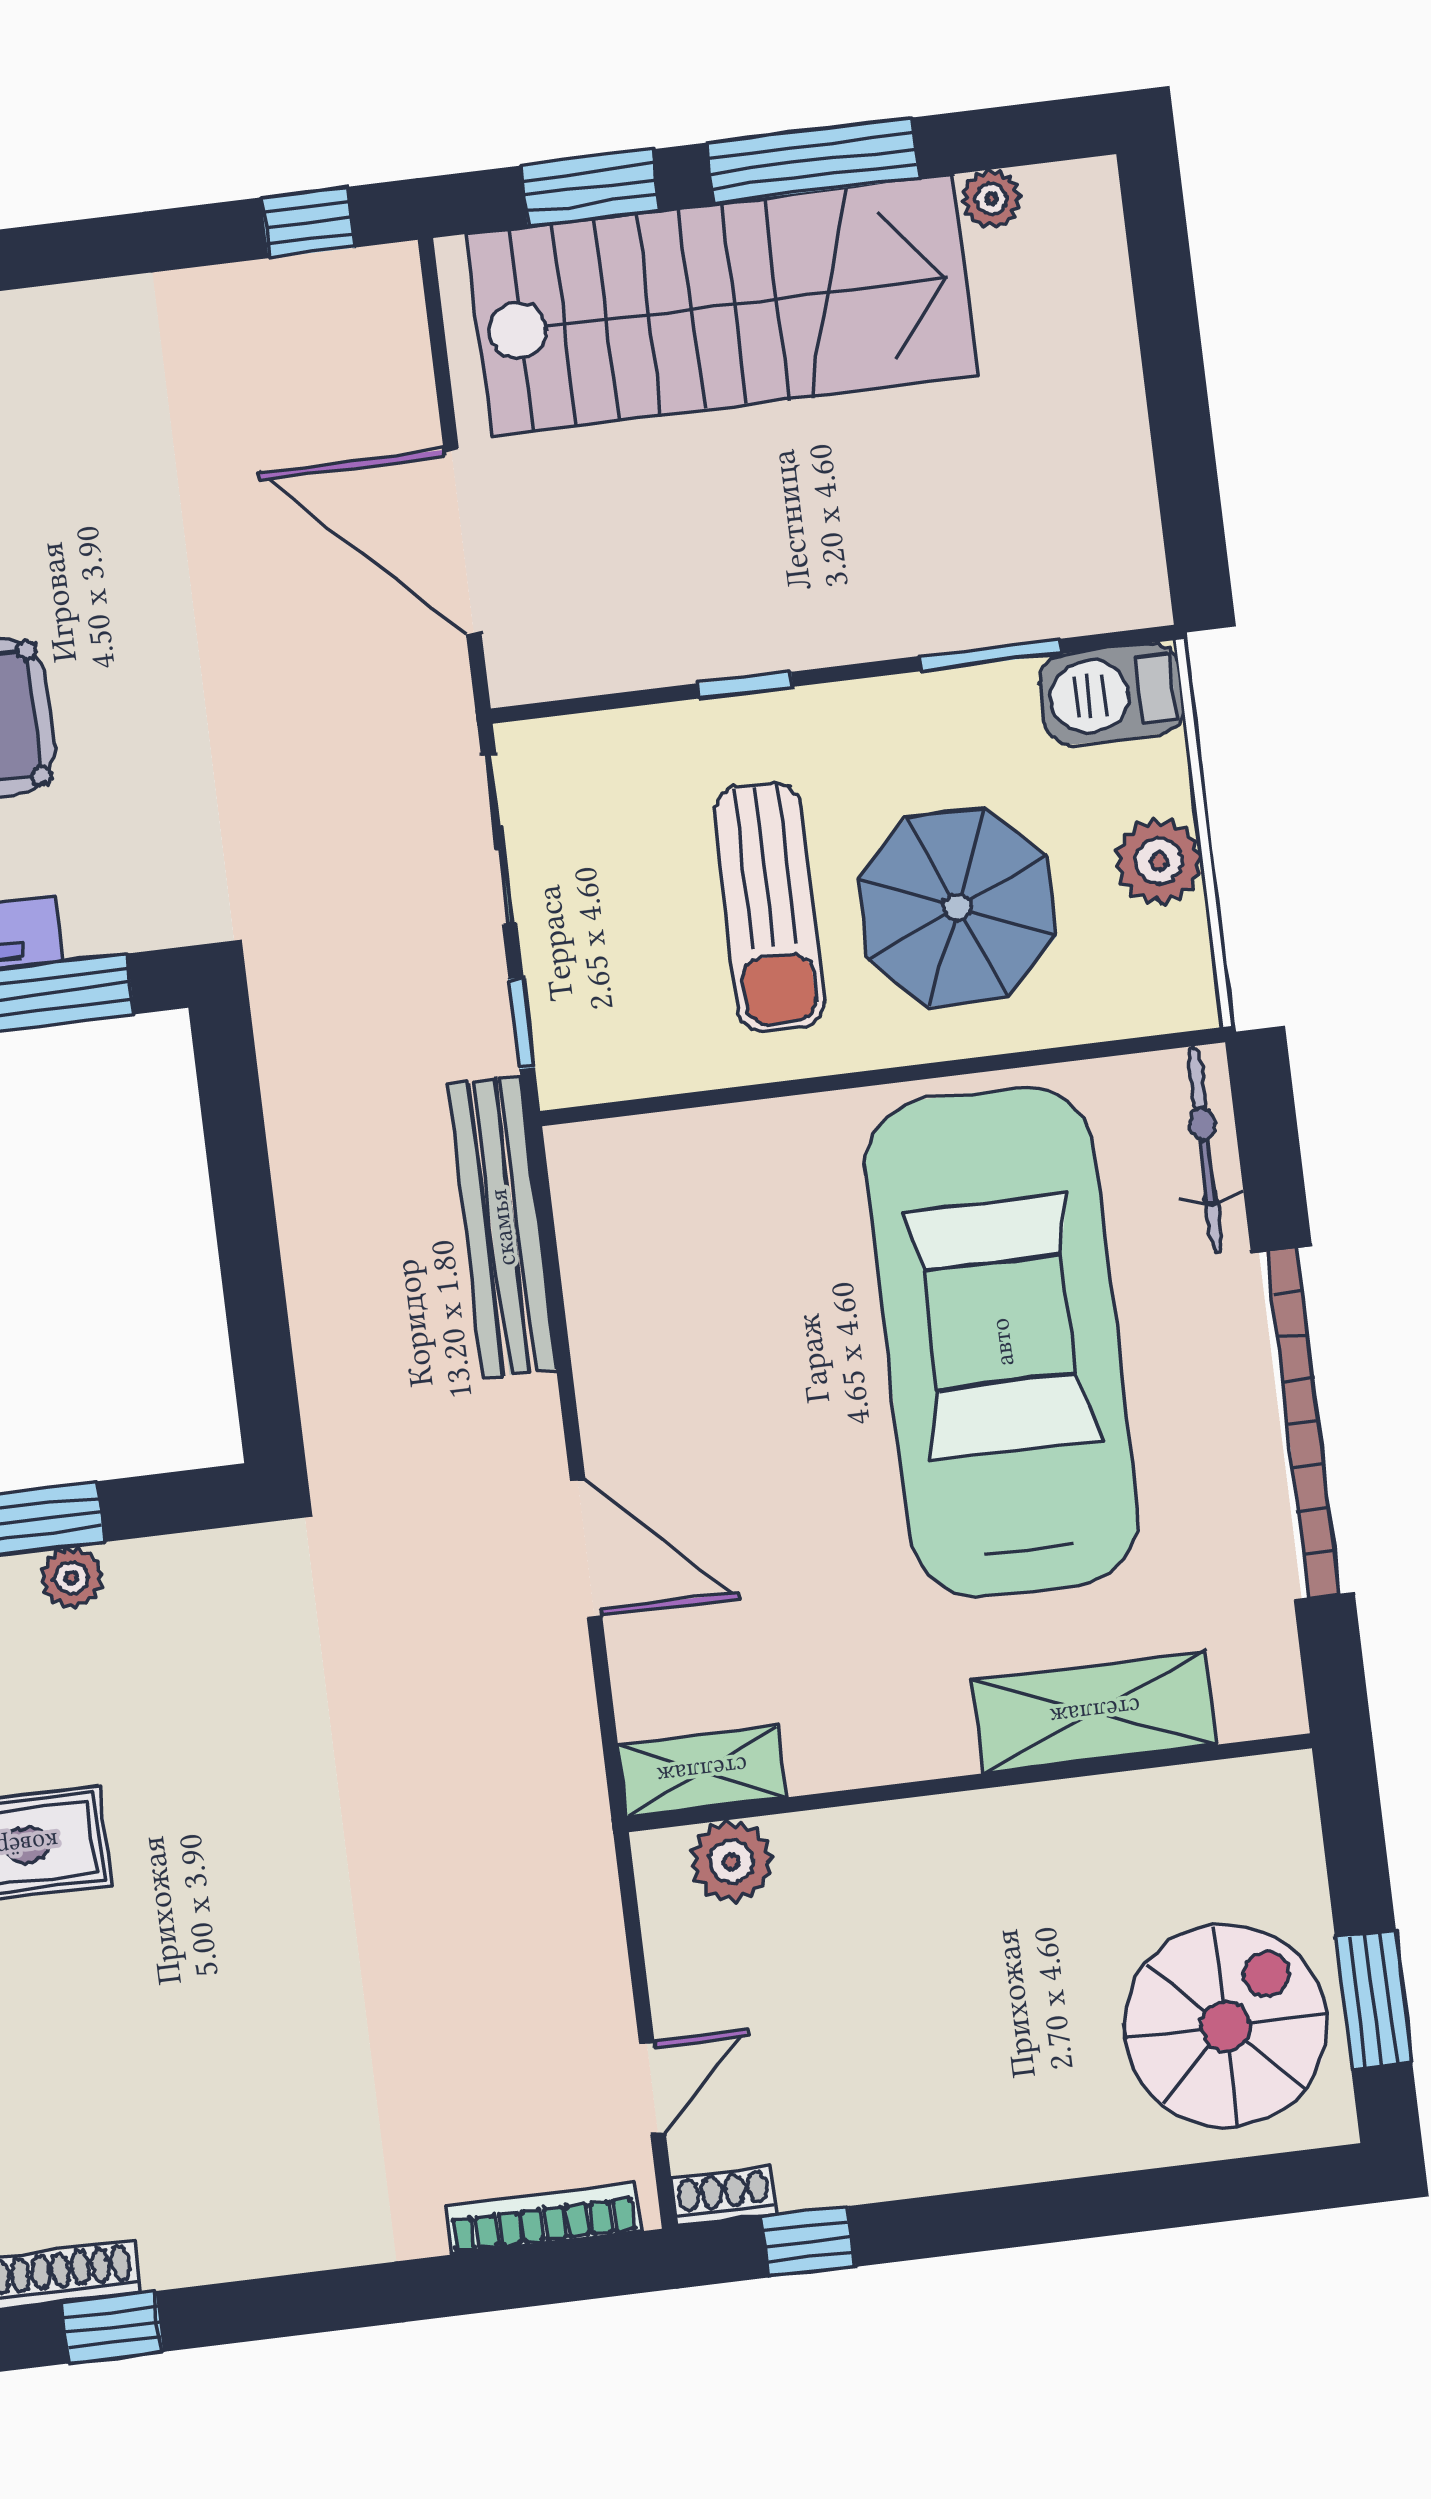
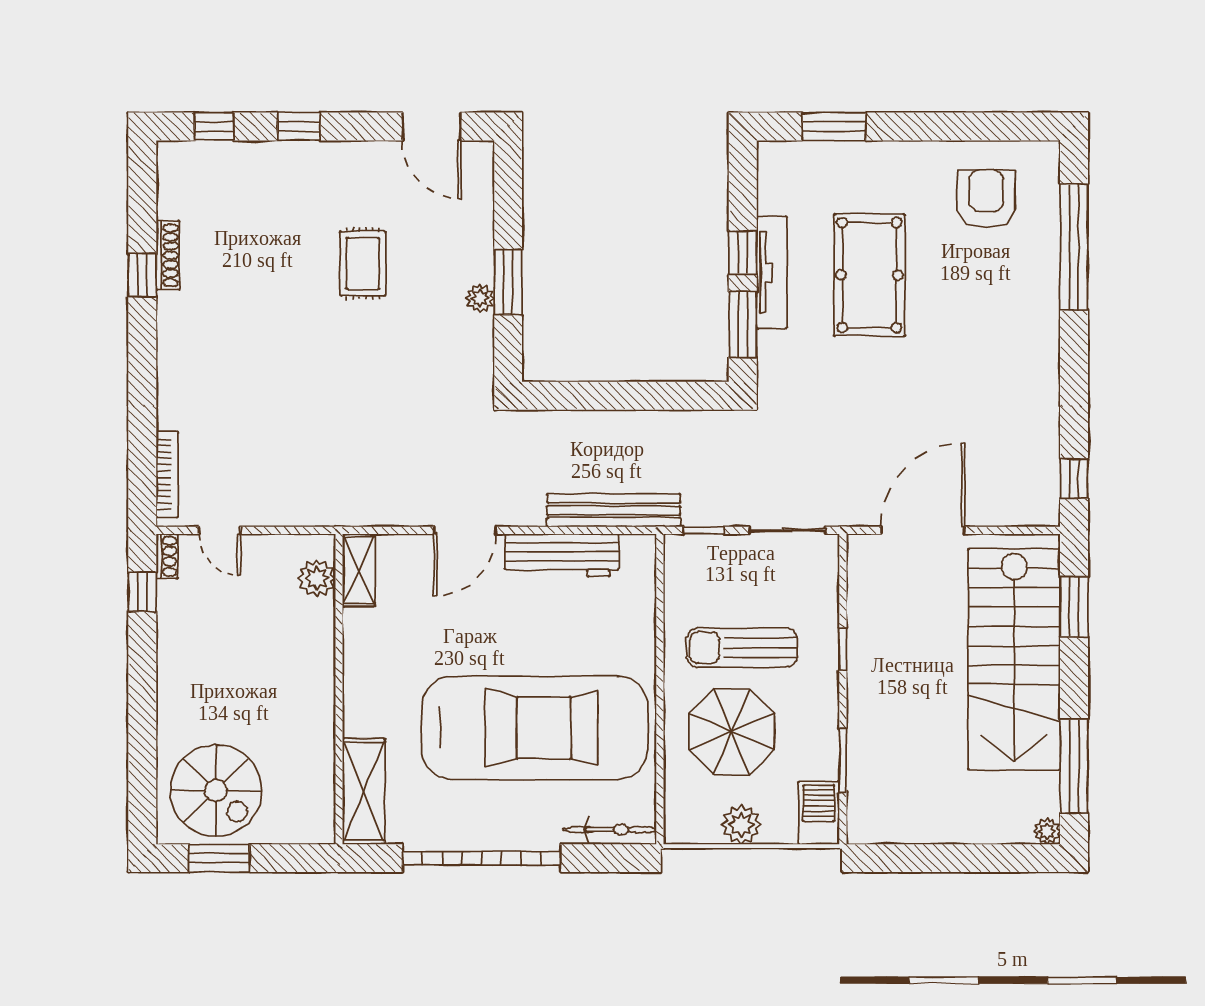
window: (813, 160) -> (1074, 766), moved
plant: (991, 199) -> (1047, 831), moved
workbench: (615, 1329) -> (562, 555), added
shelving: (1095, 1712) -> (364, 791), moved

